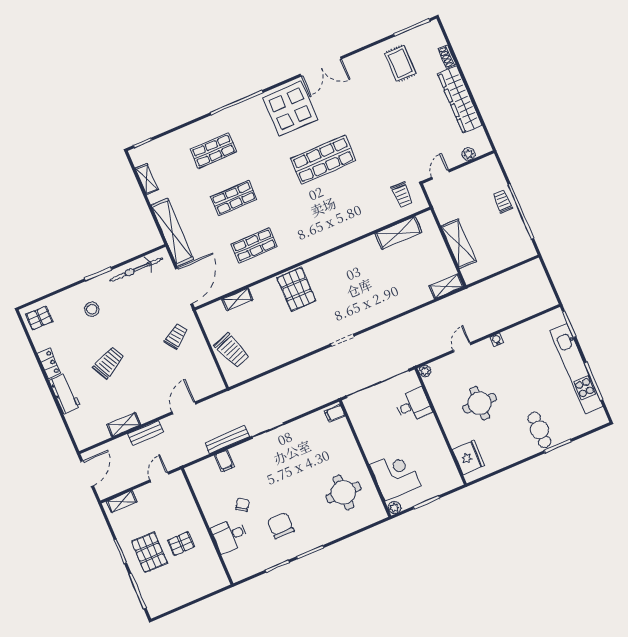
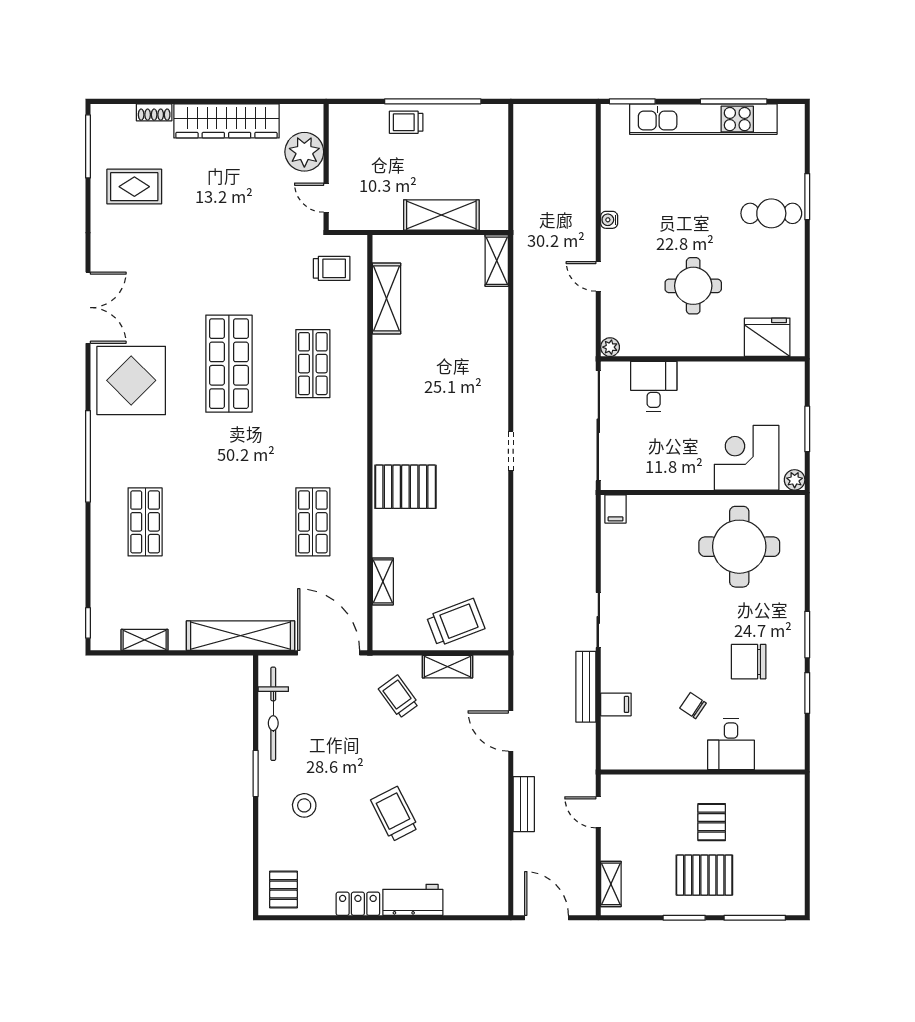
plant: (468, 154) -> (304, 152), width x1.87, depth x1.87
shop shelf: (234, 198) -> (313, 364), moved
shelving: (124, 425) -> (447, 667), moved, turned 90
round table: (343, 492) -> (739, 547), width x1.36, depth x1.36

